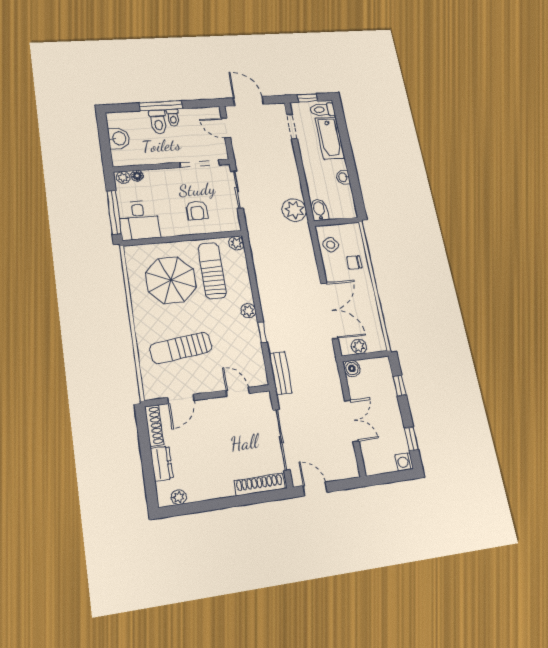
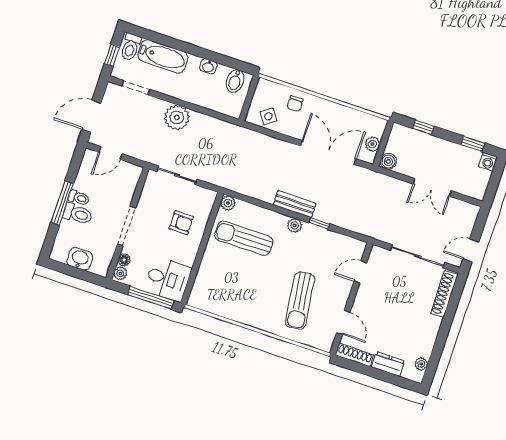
doorway: (200, 164) -> (127, 226), moved
plant: (294, 210) -> (177, 118), moved
bidet: (319, 210) -> (235, 81), moved, turned -90
parasol: (171, 280) -> (236, 279), removed
bench: (280, 373) -> (295, 204), moved
double door: (352, 421) -> (432, 187), swing flipped

